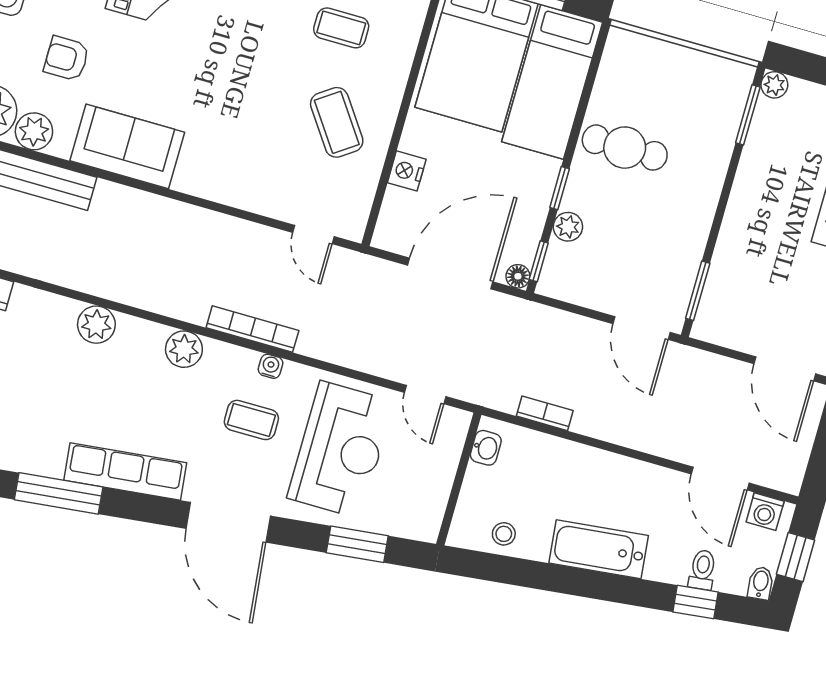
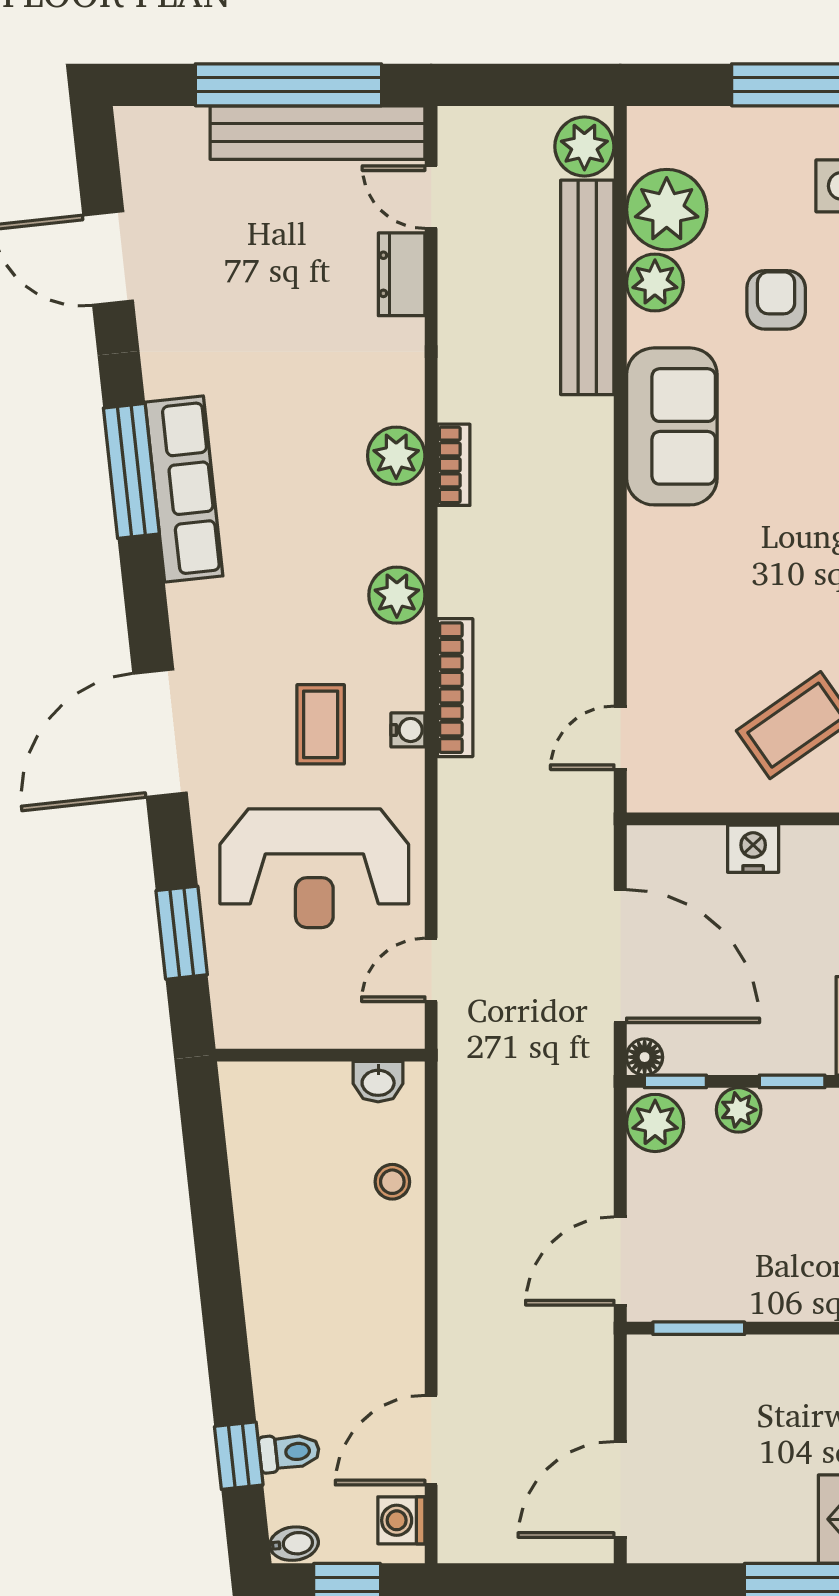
plant: (561, 281) -> (655, 1123), added
bookcase: (545, 413) -> (454, 465), moved
row of seats: (125, 471) -> (184, 489), moved
stool: (504, 534) -> (392, 1182), moved
bathtub: (599, 549) -> (276, 1291), removed

